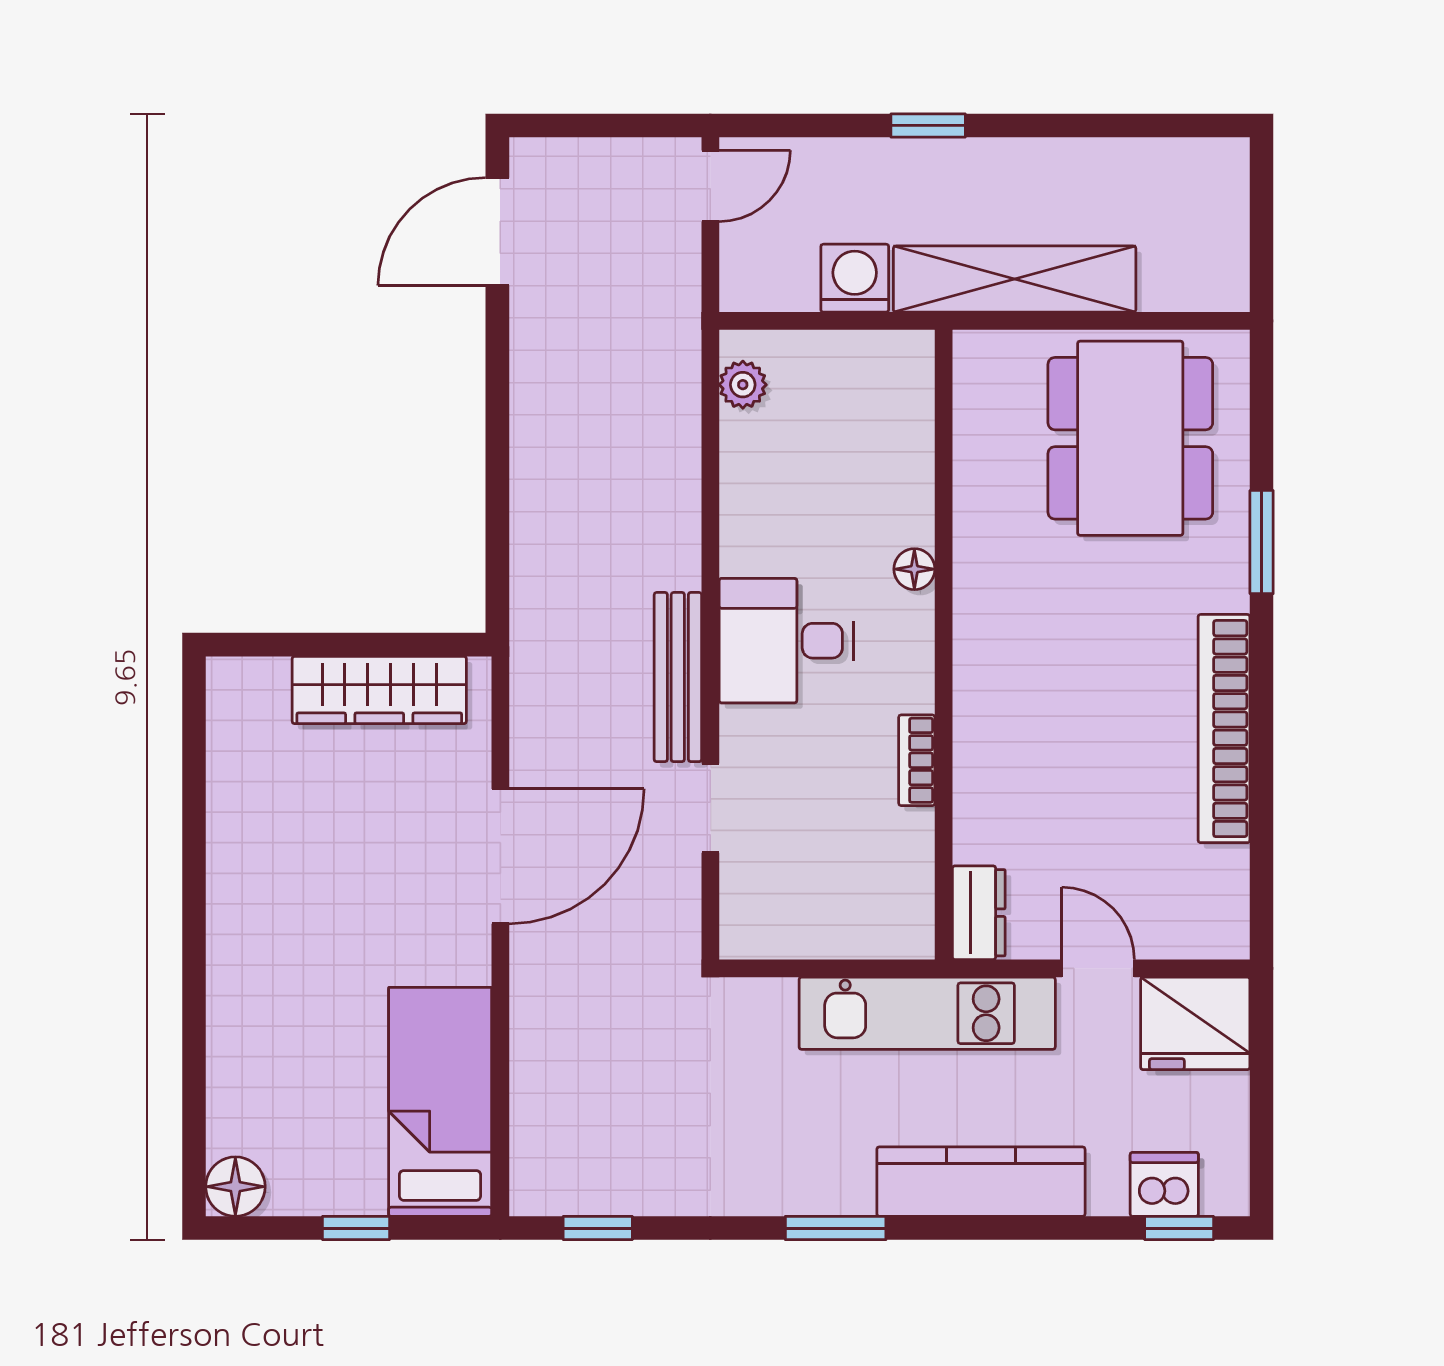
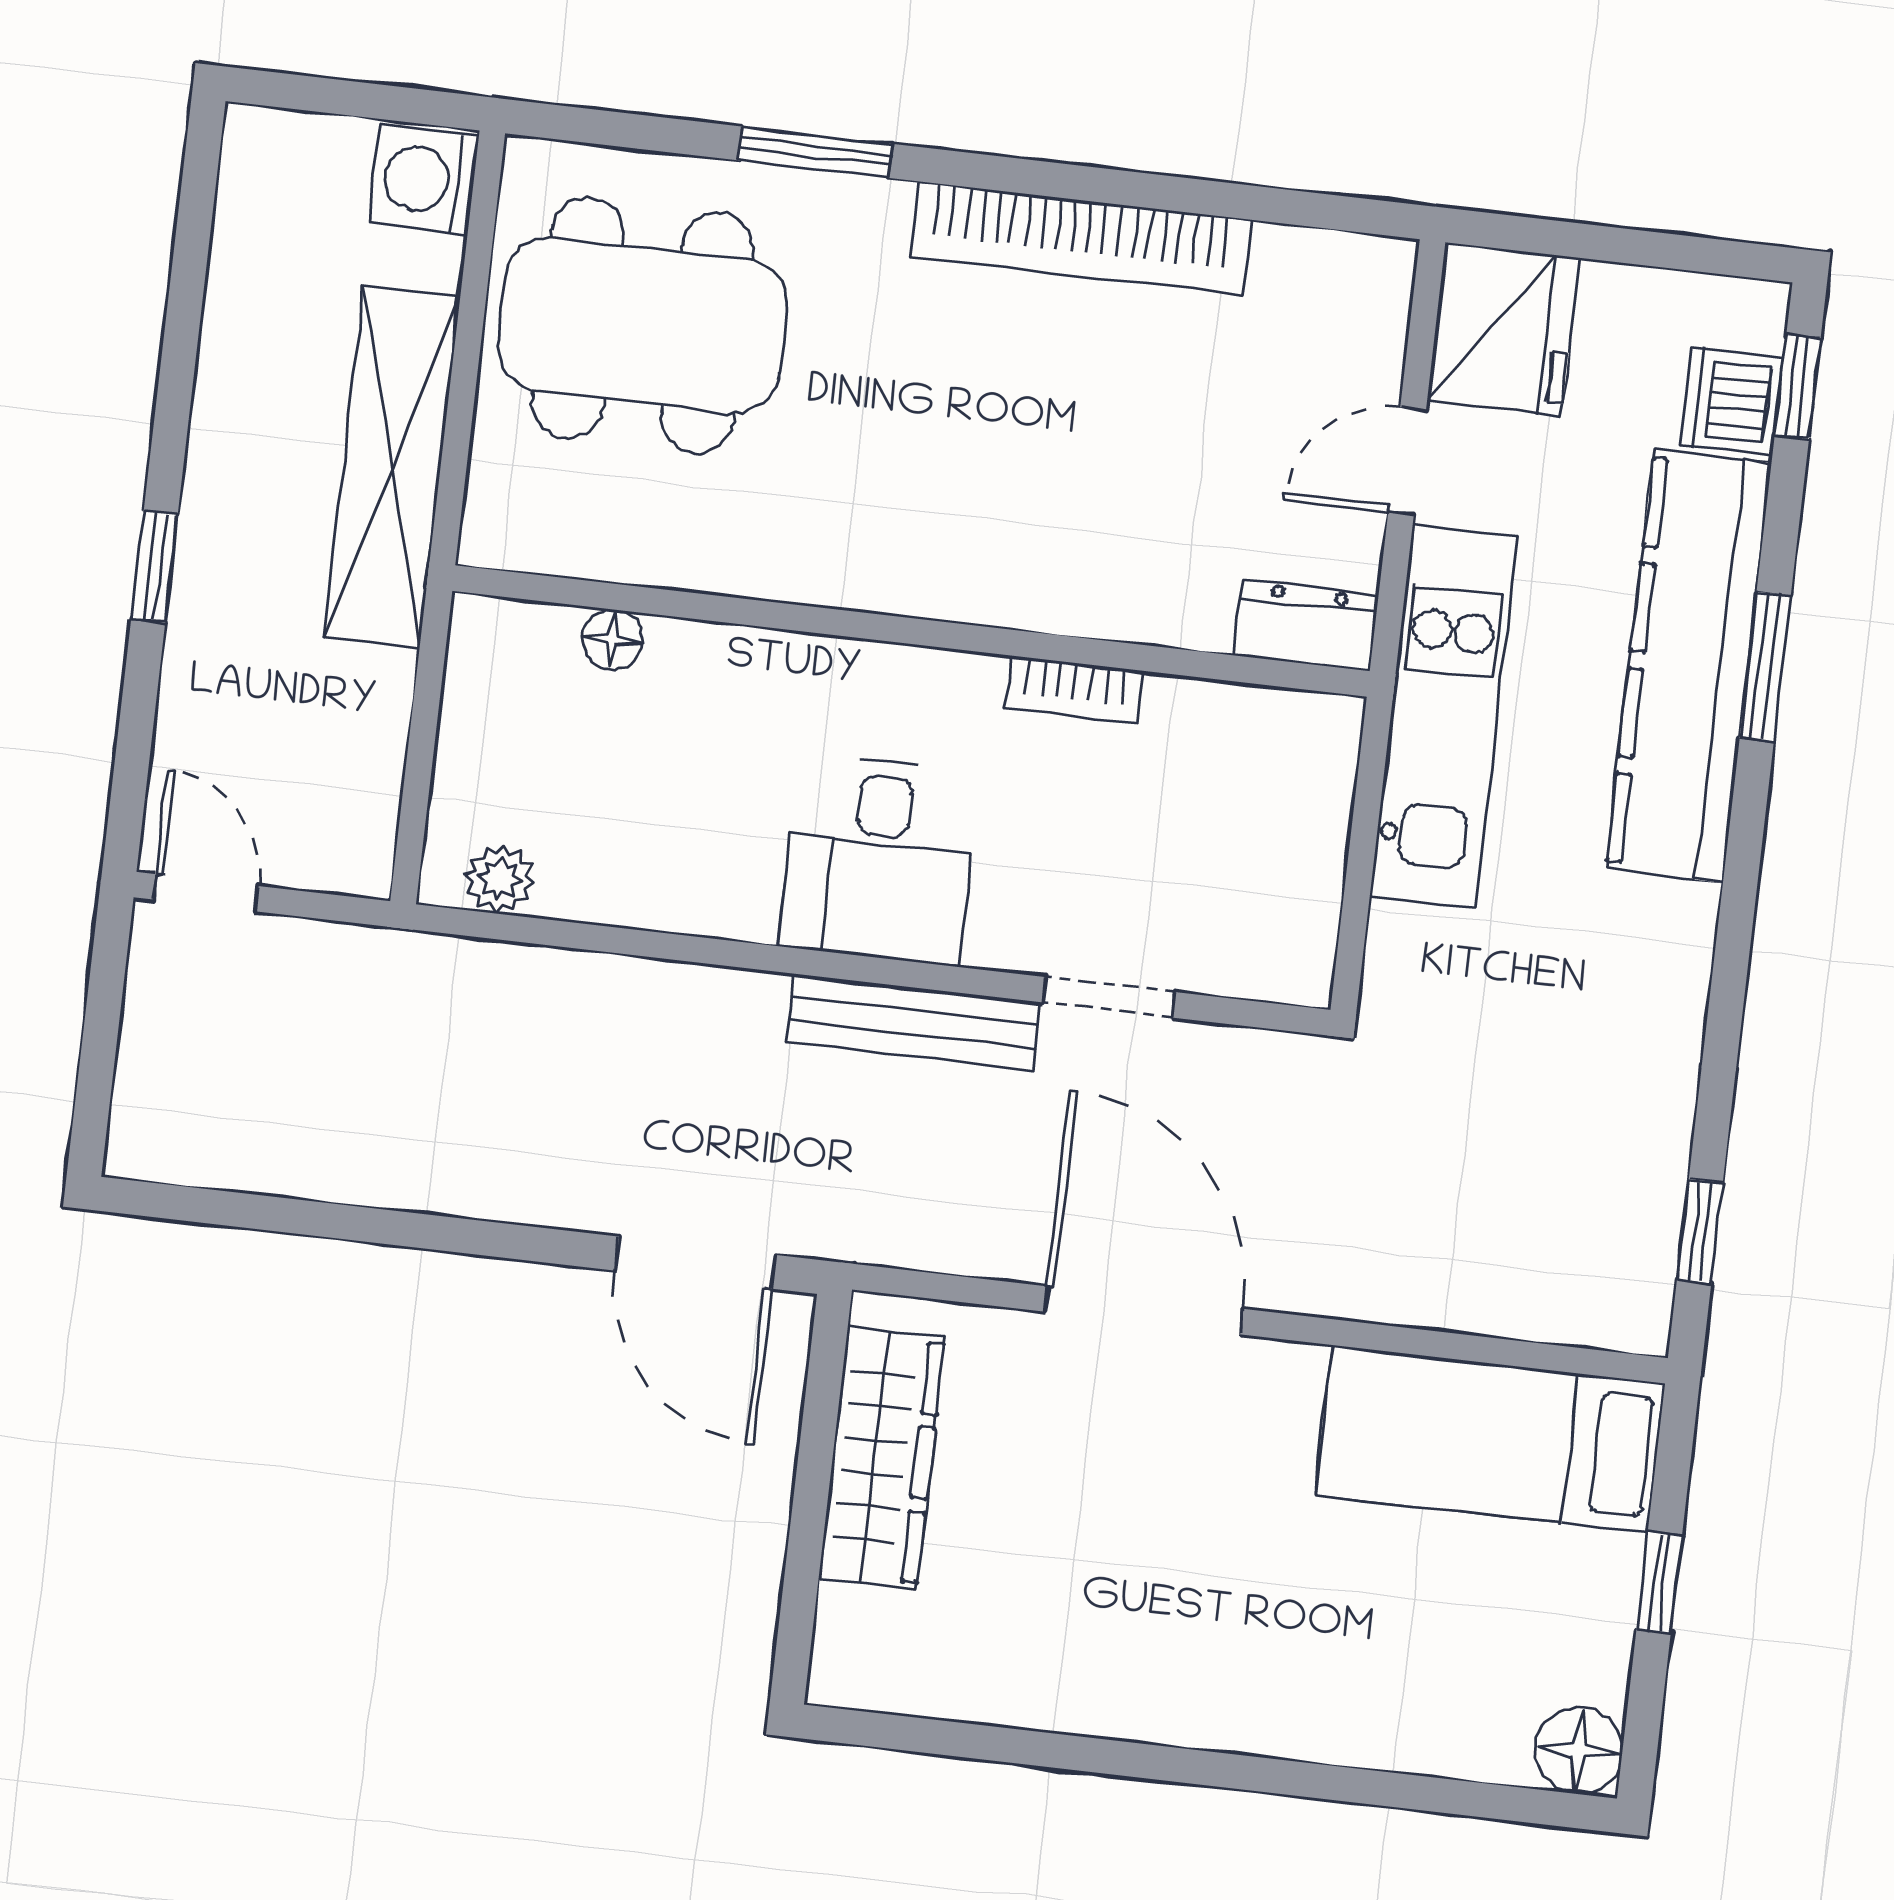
door: (497, 231) -> (695, 1263), moved
washing machine: (855, 278) -> (424, 180), moved
floor lamp: (914, 569) -> (613, 639), moved
kitchen counter: (981, 1182) -> (1689, 666), width x1.39, depth x1.17
window: (836, 1228) -> (1765, 667), moved

